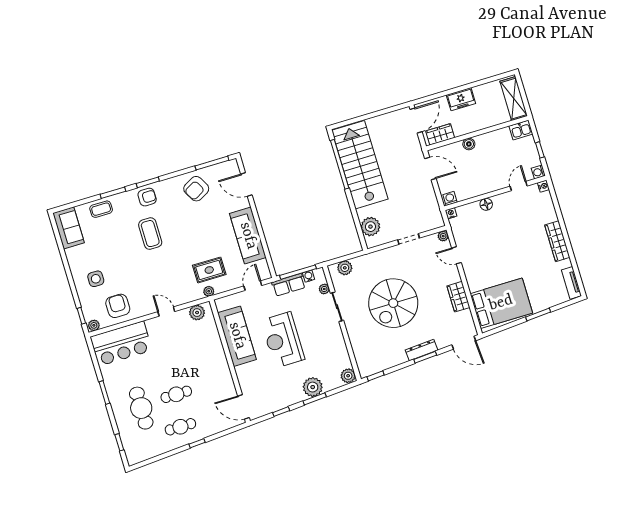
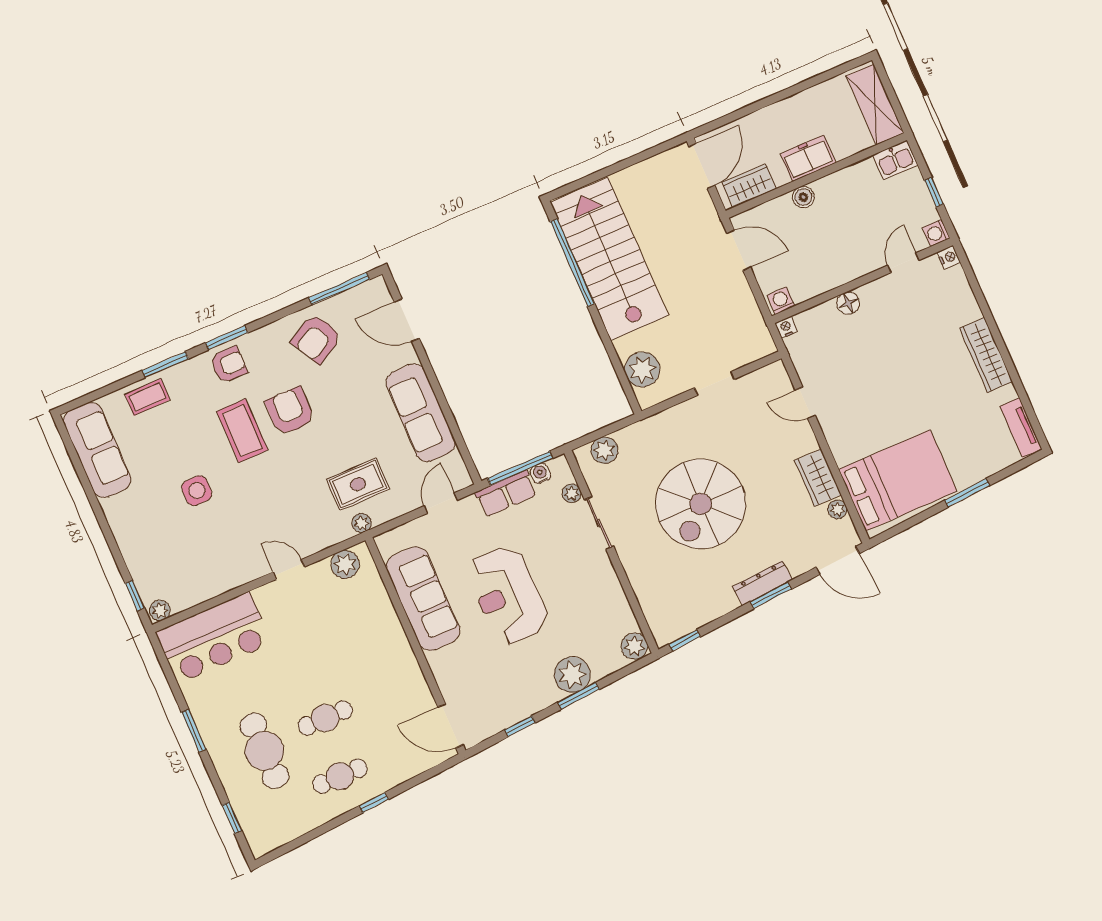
freezer: (461, 99) -> (808, 158), moved, turned 180
sofa: (69, 228) -> (97, 450), width x1.36
plant: (443, 236) -> (837, 509), moved
side table: (96, 279) -> (197, 491), moved
armchair: (118, 306) -> (290, 411), moved

